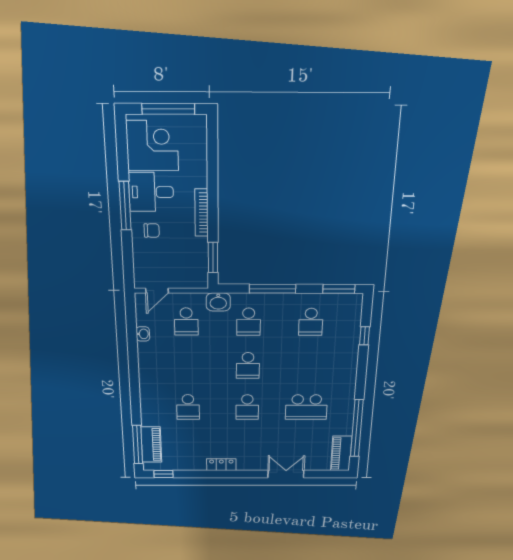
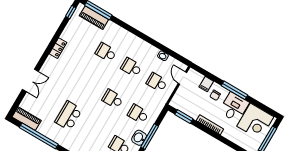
filing cabinet: (143, 253) -> (206, 84), added
washbasin: (218, 302) -> (139, 138), moved
school desk: (247, 407) -> (131, 67), moved

